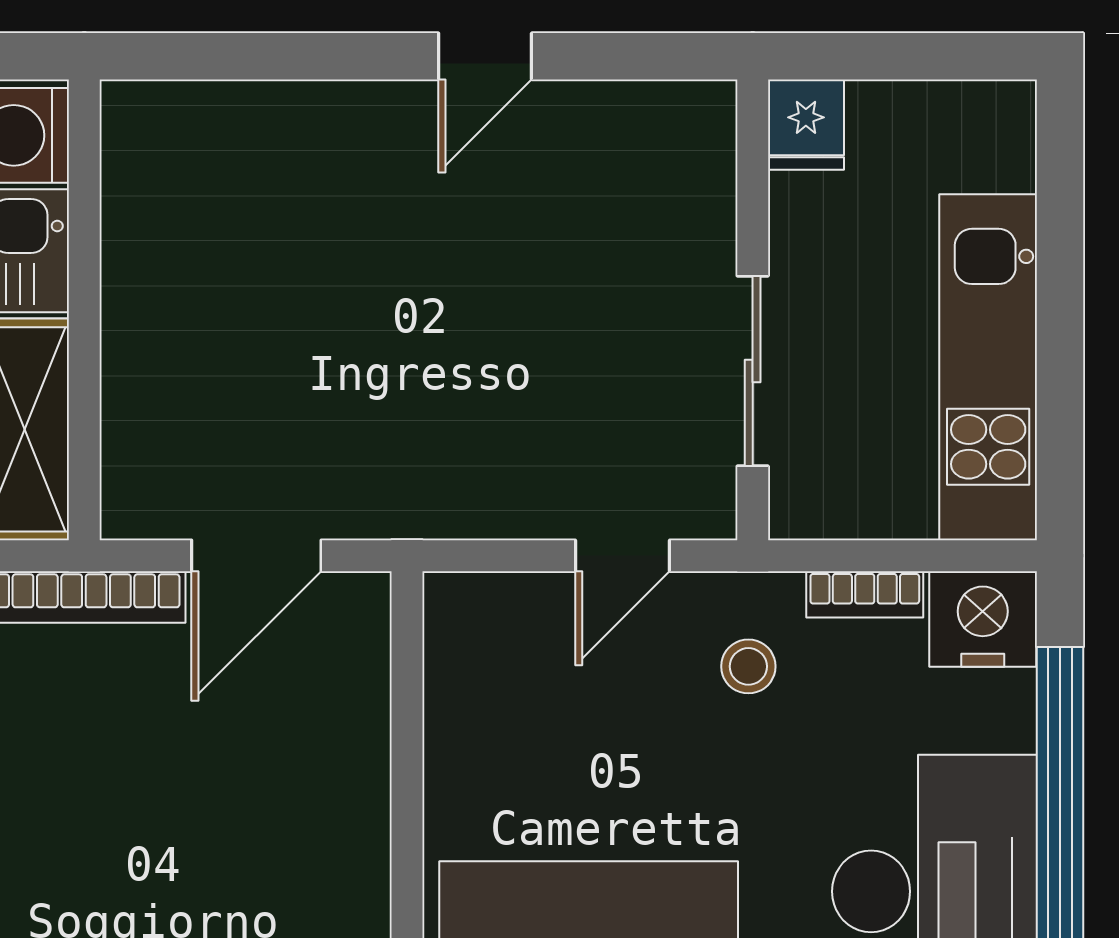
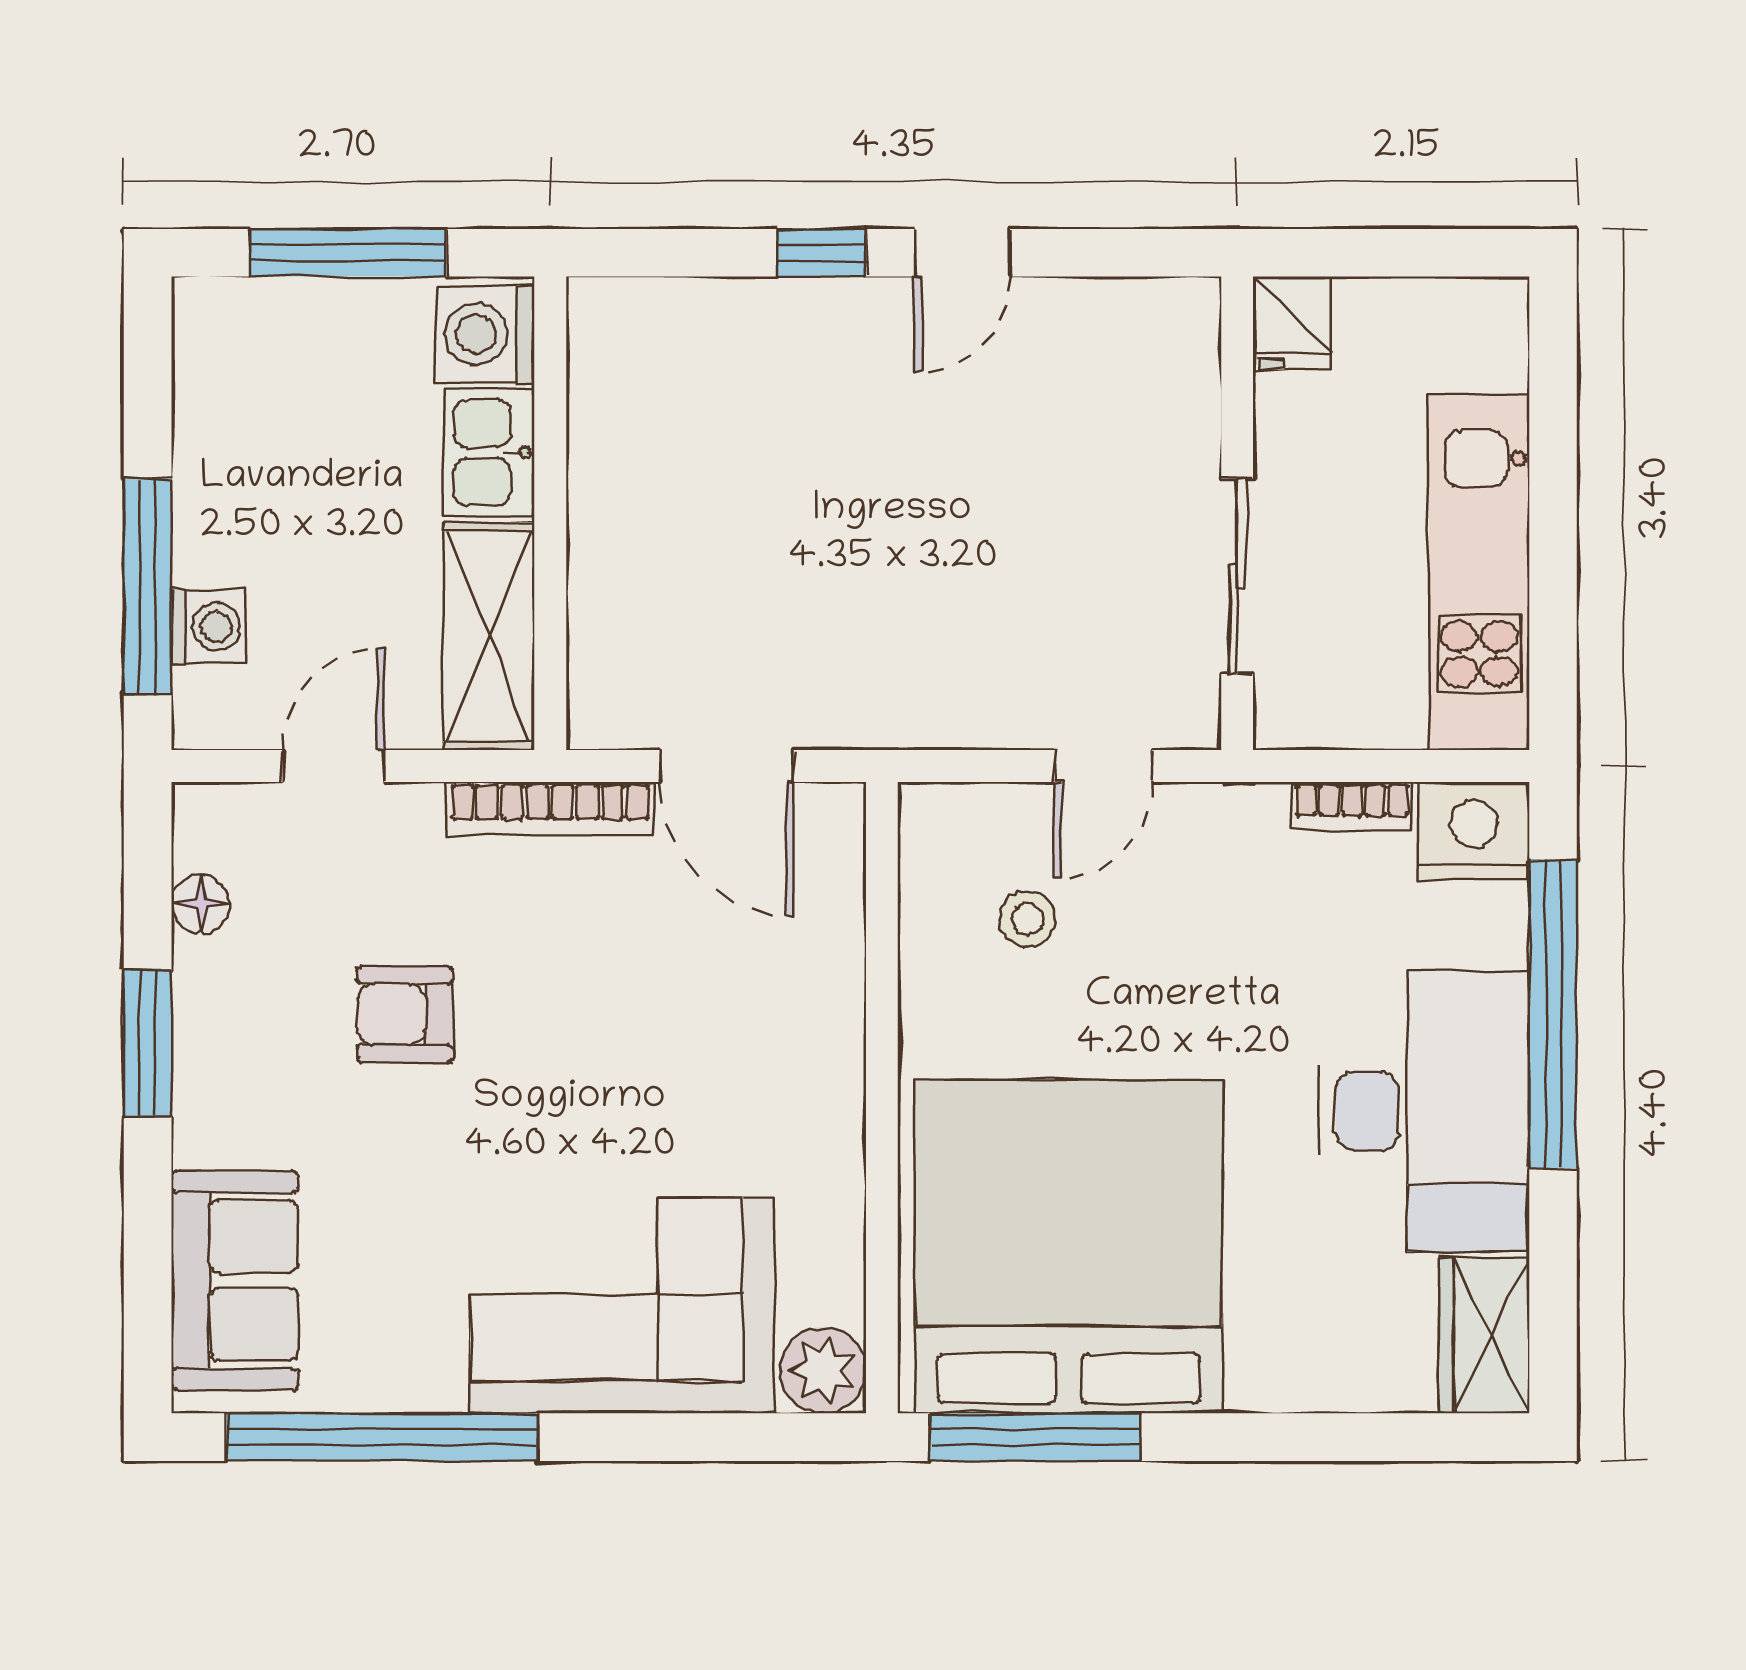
window: (348, 56) -> (822, 253), added
door: (256, 556) -> (727, 766), hinge flipped
stool: (748, 666) -> (1027, 919), moved

